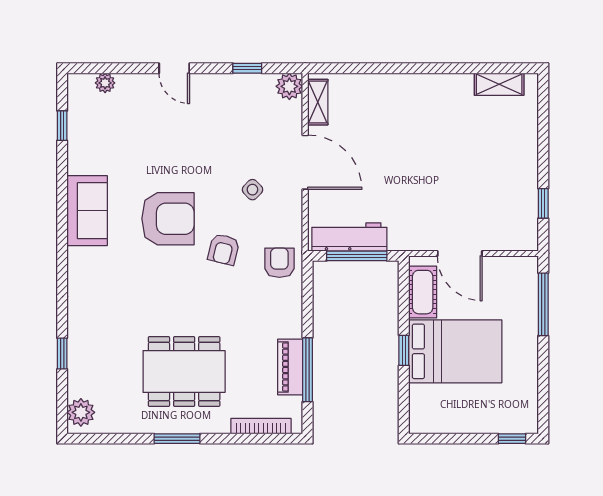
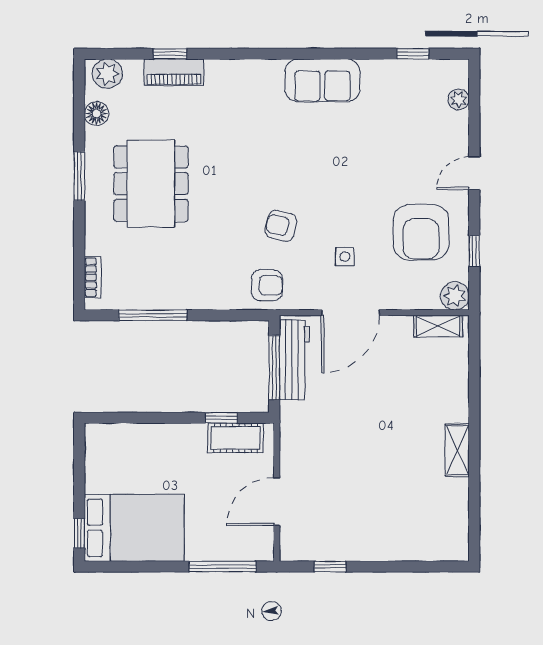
shelving: (499, 84) -> (457, 450), moved
door: (305, 162) -> (350, 313), moved
side table: (252, 190) -> (345, 257), turned 45
armchair: (168, 219) -> (421, 232), moved
door: (460, 253) -> (277, 502), moved
window: (404, 350) -> (221, 418), moved
bed: (455, 351) -> (134, 528), moved, turned -90
piano: (290, 367) -> (174, 72), moved, turned 180
floor lamp: (118, 423) -> (97, 114), added
bookcase: (261, 426) -> (93, 277), width x0.64

